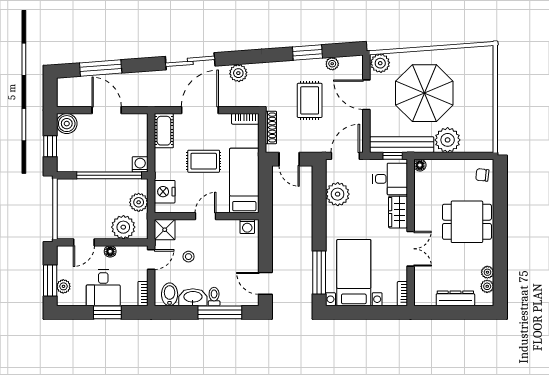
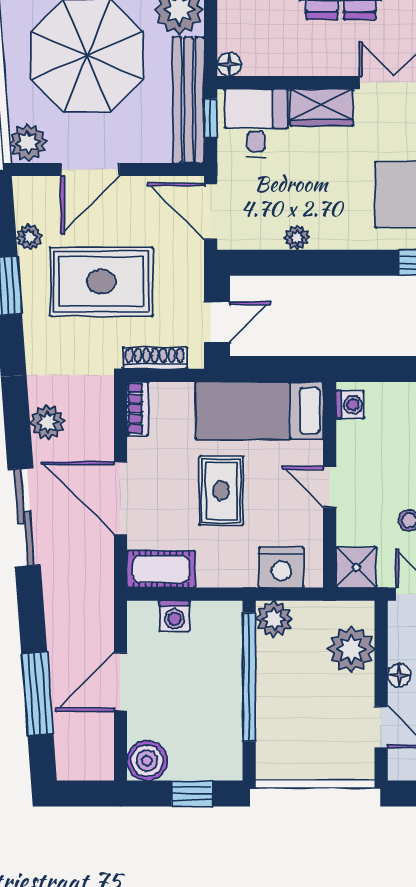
rug: (310, 100) -> (101, 282), width x1.36, depth x1.43
washing machine: (140, 164) -> (174, 616), moved, turned -90
plant: (338, 194) -> (297, 237), width x0.53, depth x0.53
plant: (139, 202) -> (274, 619), moved

